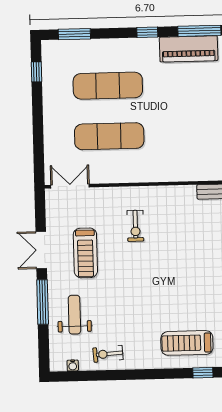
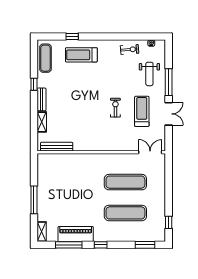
double door: (70, 186) -> (150, 152), swing flipped
exercise bike: (135, 226) -> (115, 108), moved
treadmill: (187, 343) -> (81, 55), turned 180

